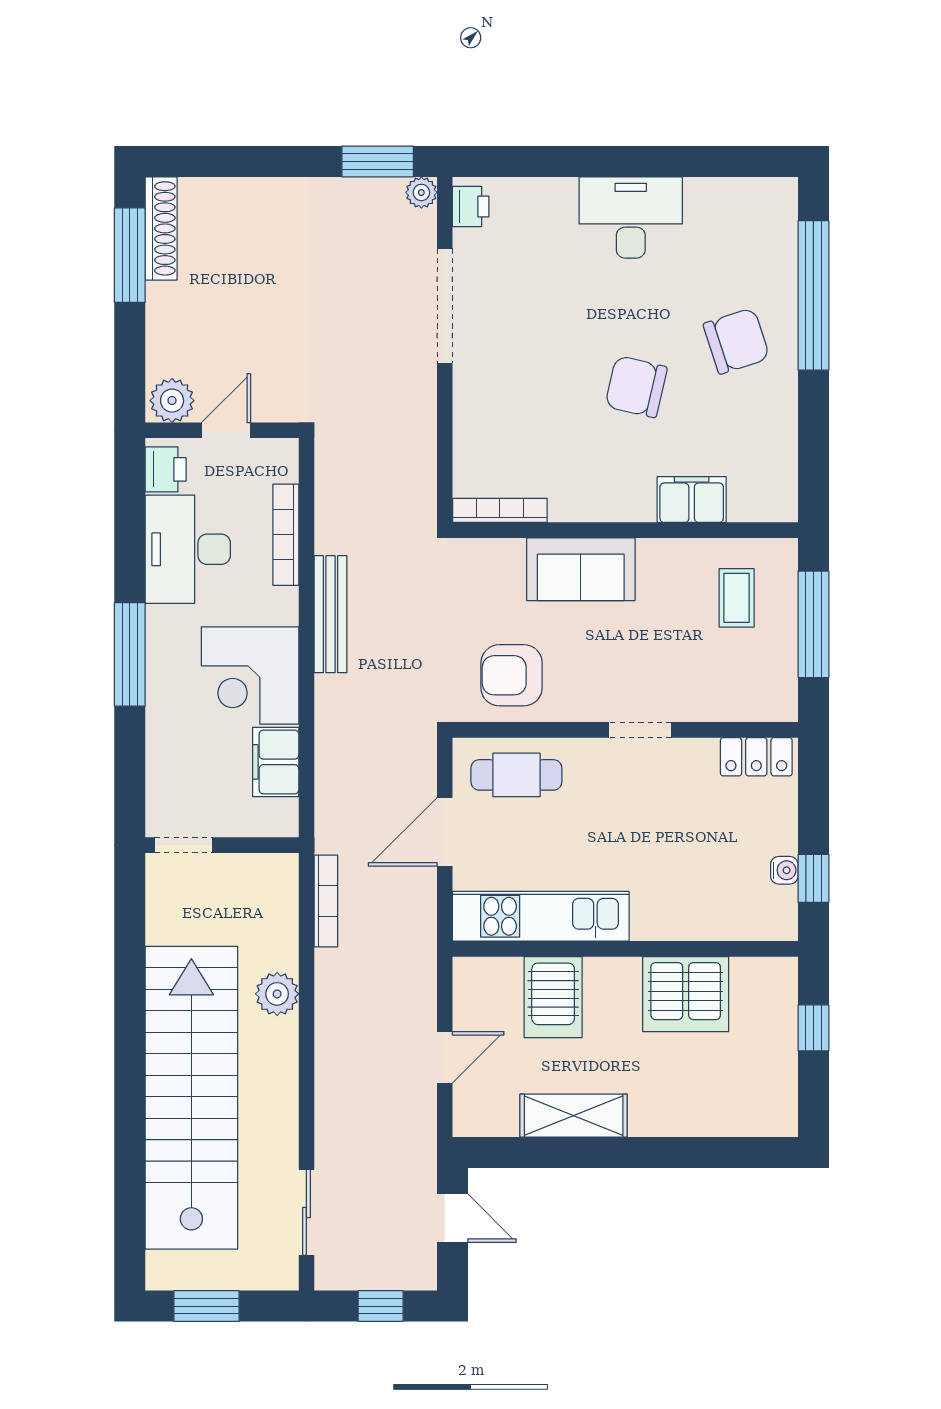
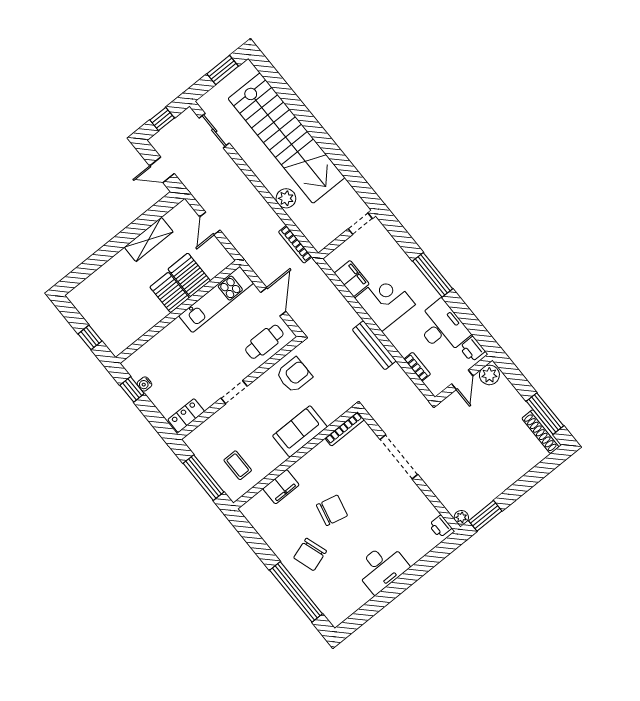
doorway: (445, 306) -> (399, 457), moved
bookcase: (286, 535) -> (417, 367), width x0.64
server rack: (686, 994) -> (170, 292), moved, width x0.62

